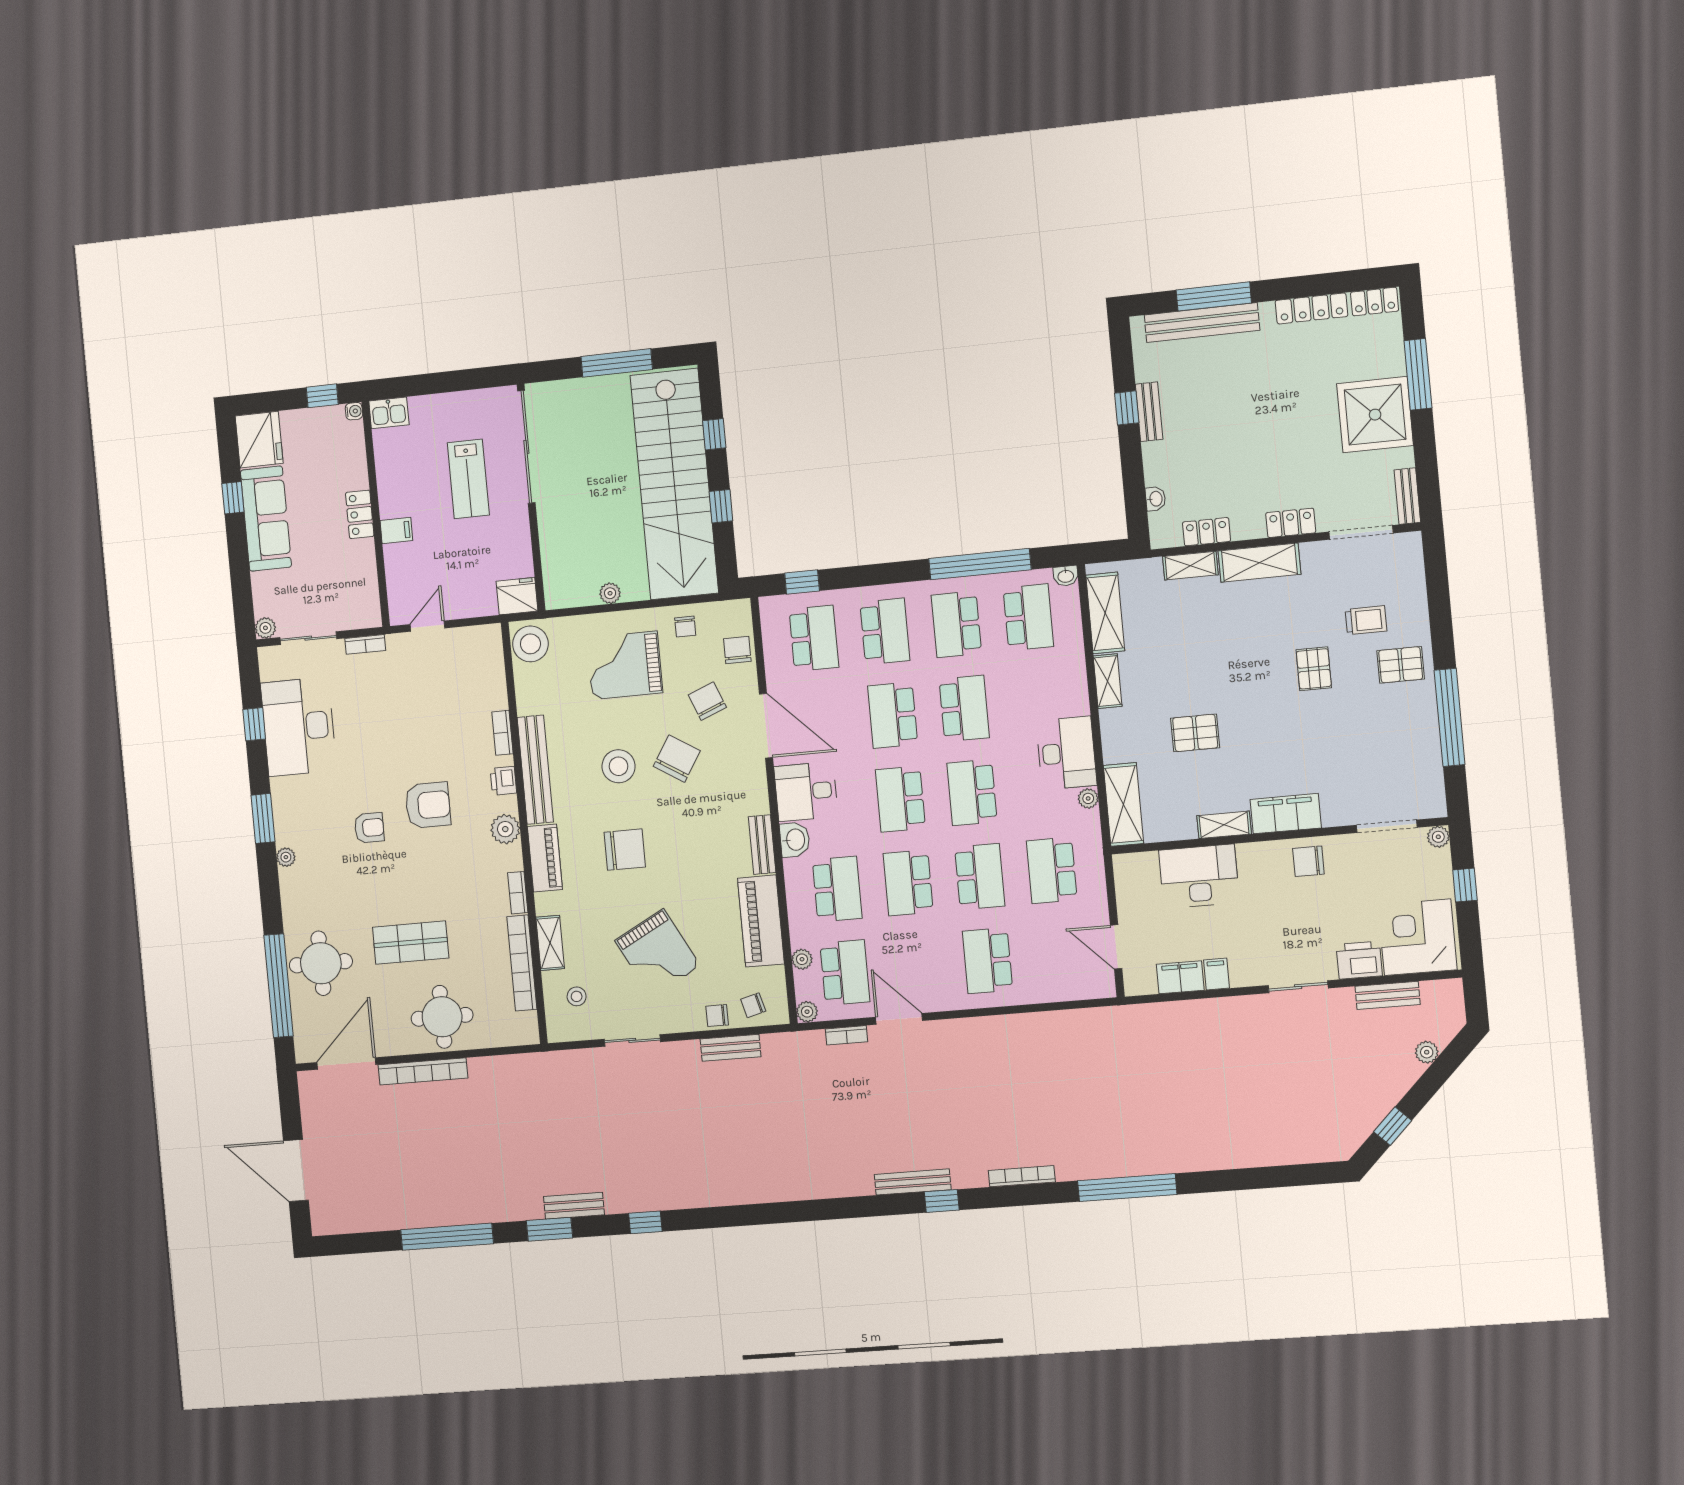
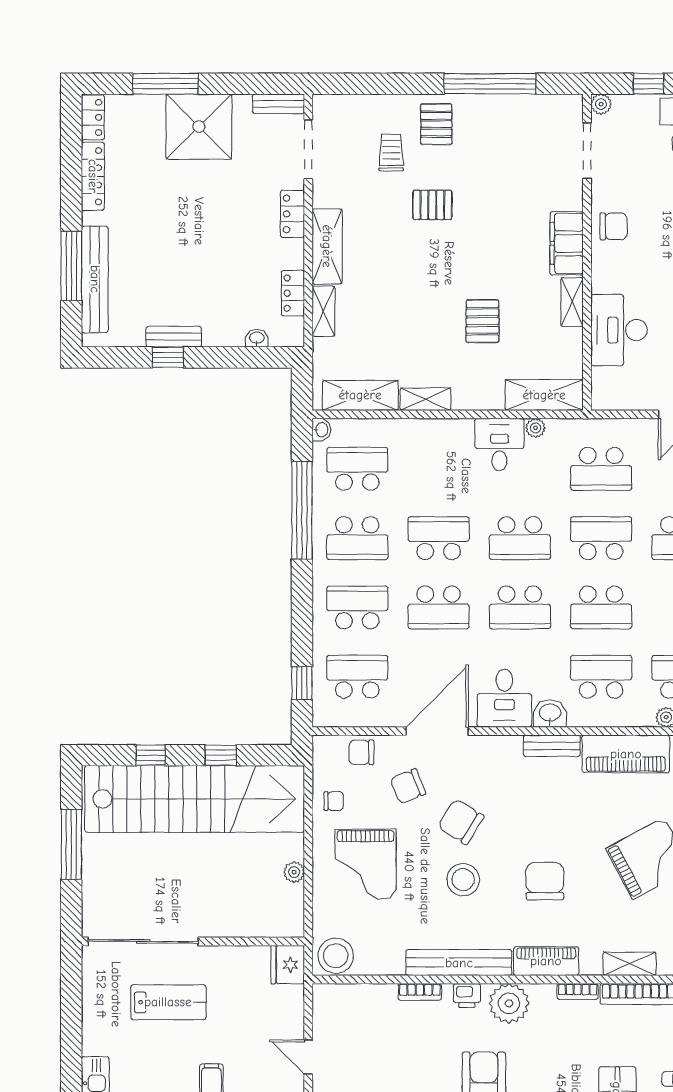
desk: (1066, 753) -> (499, 445), width x0.73
plant: (505, 829) -> (509, 1003), width x1.36, depth x1.36
chair: (1308, 861) -> (614, 226), turned -90

